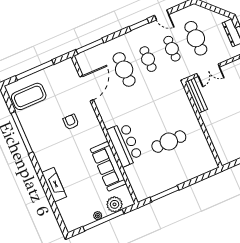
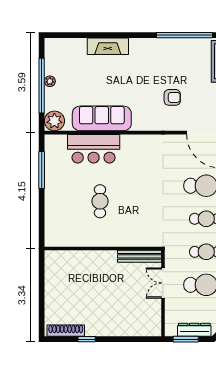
cafe table: (169, 142) -> (100, 201), width x0.73, depth x0.74
bar counter: (125, 144) -> (94, 149), moved
plant: (115, 204) -> (54, 121), moved

